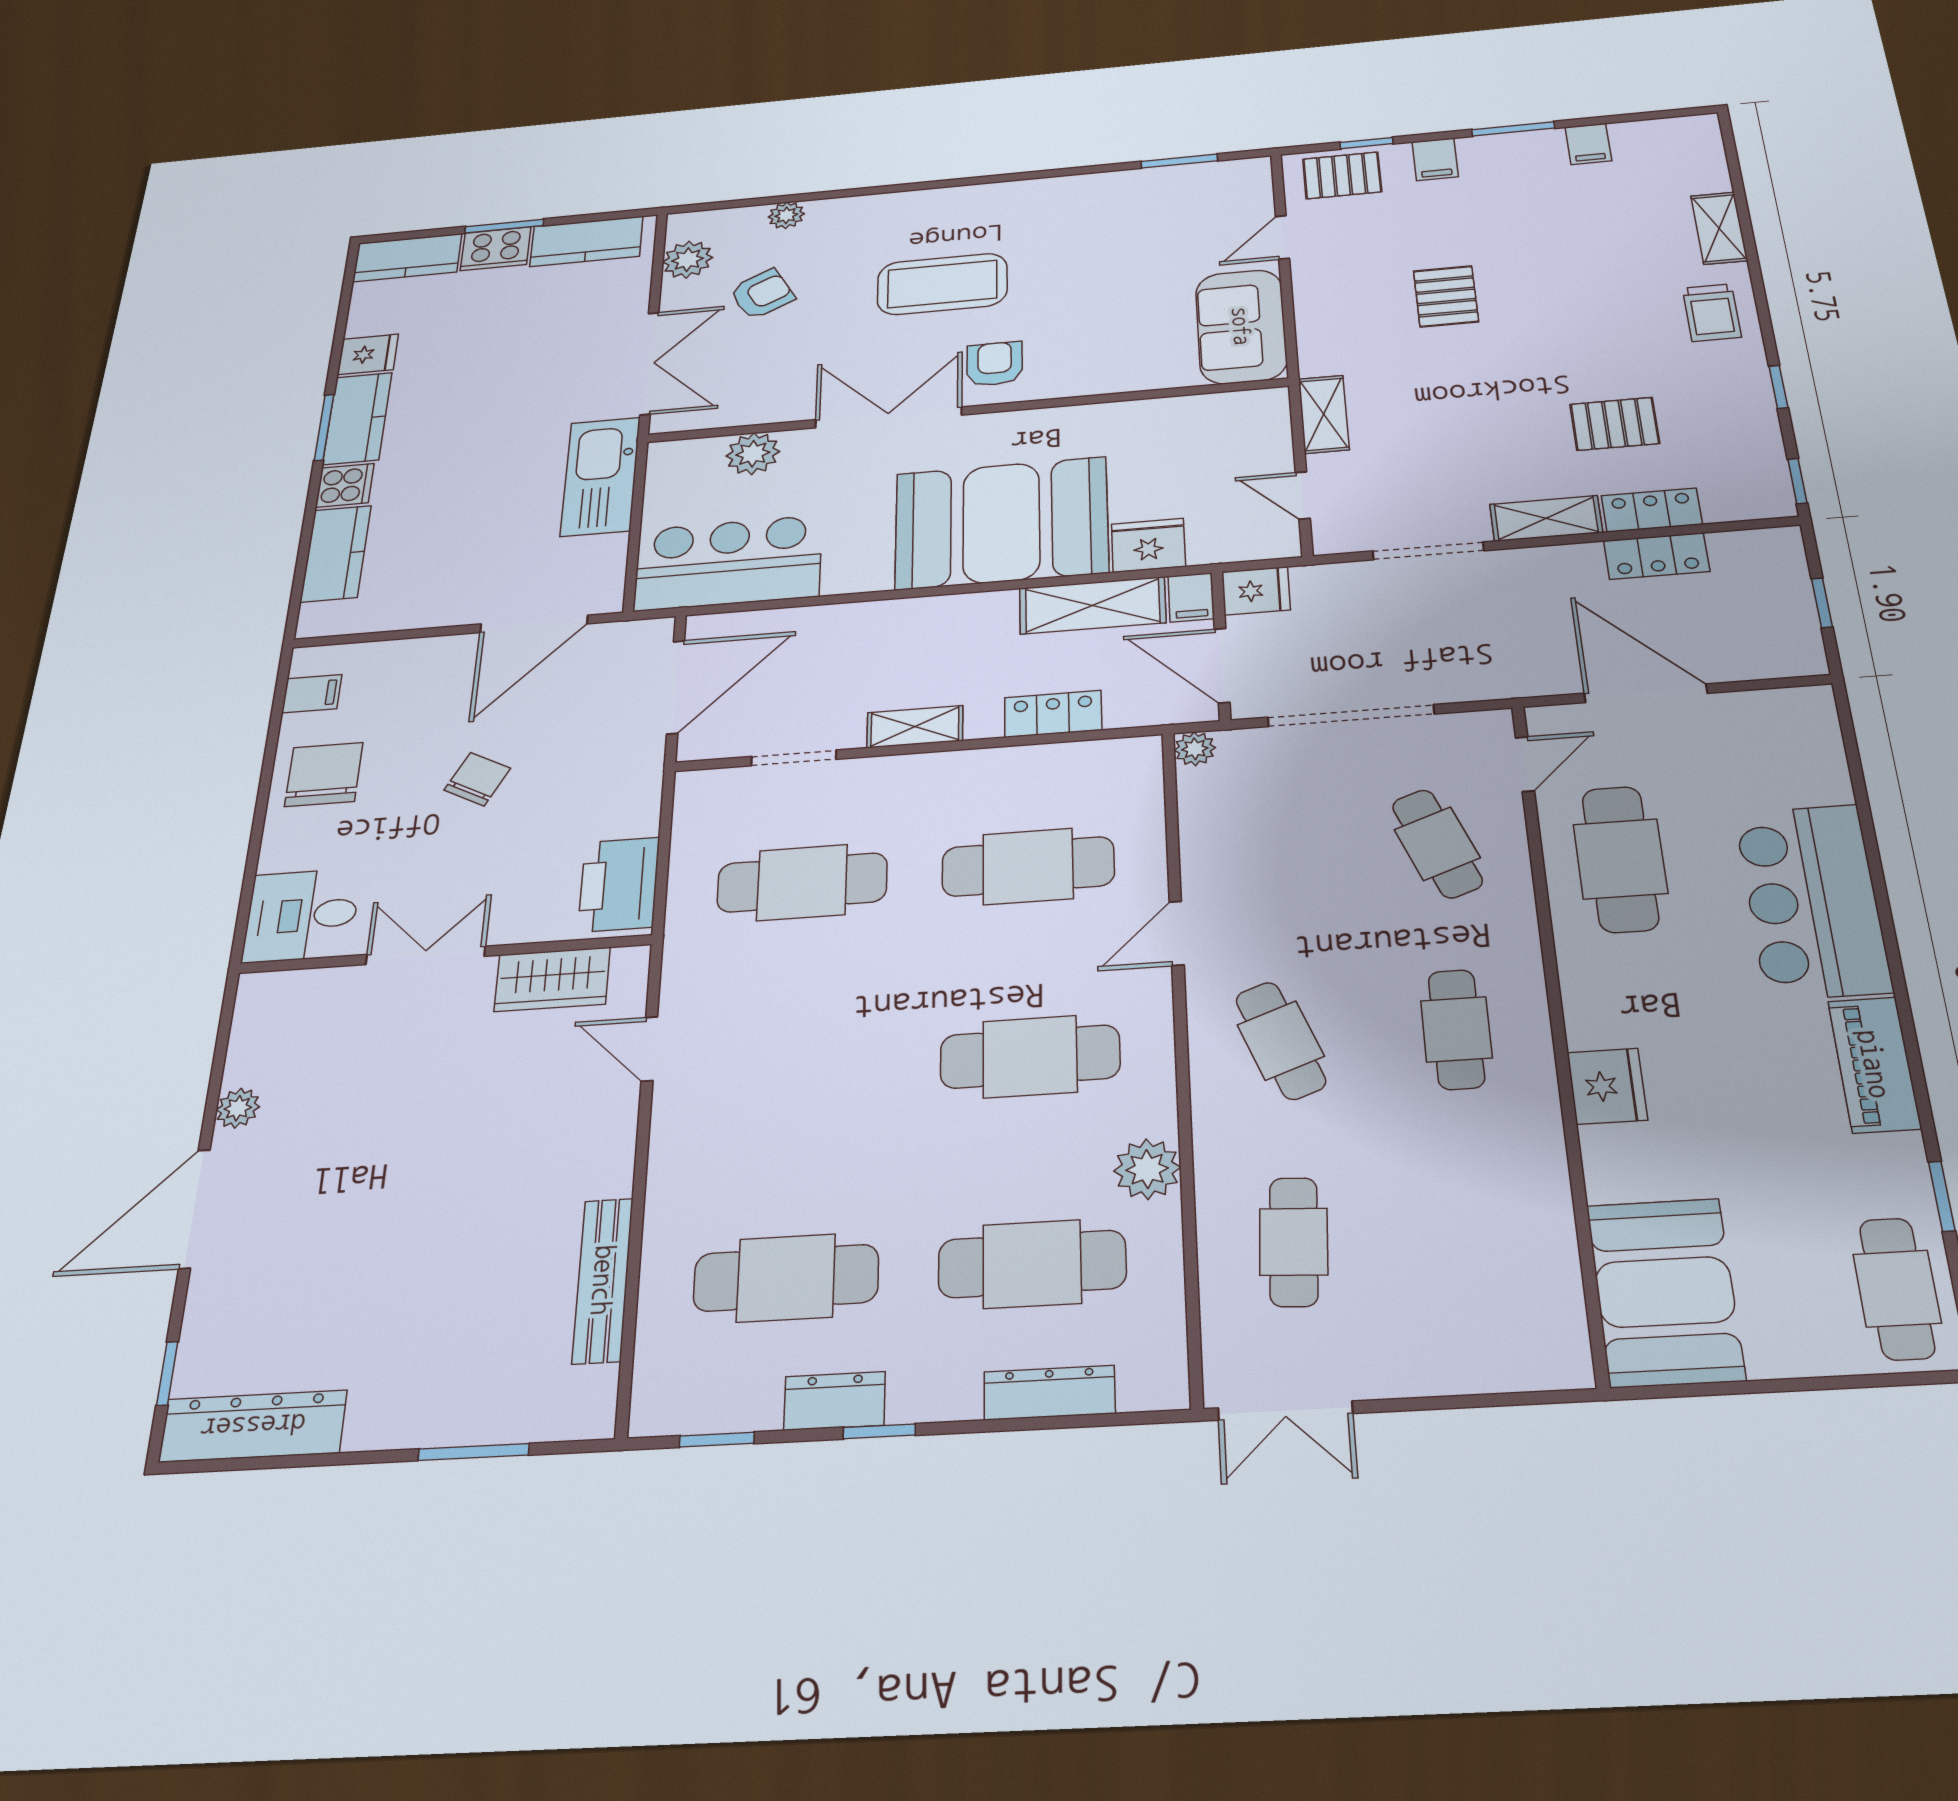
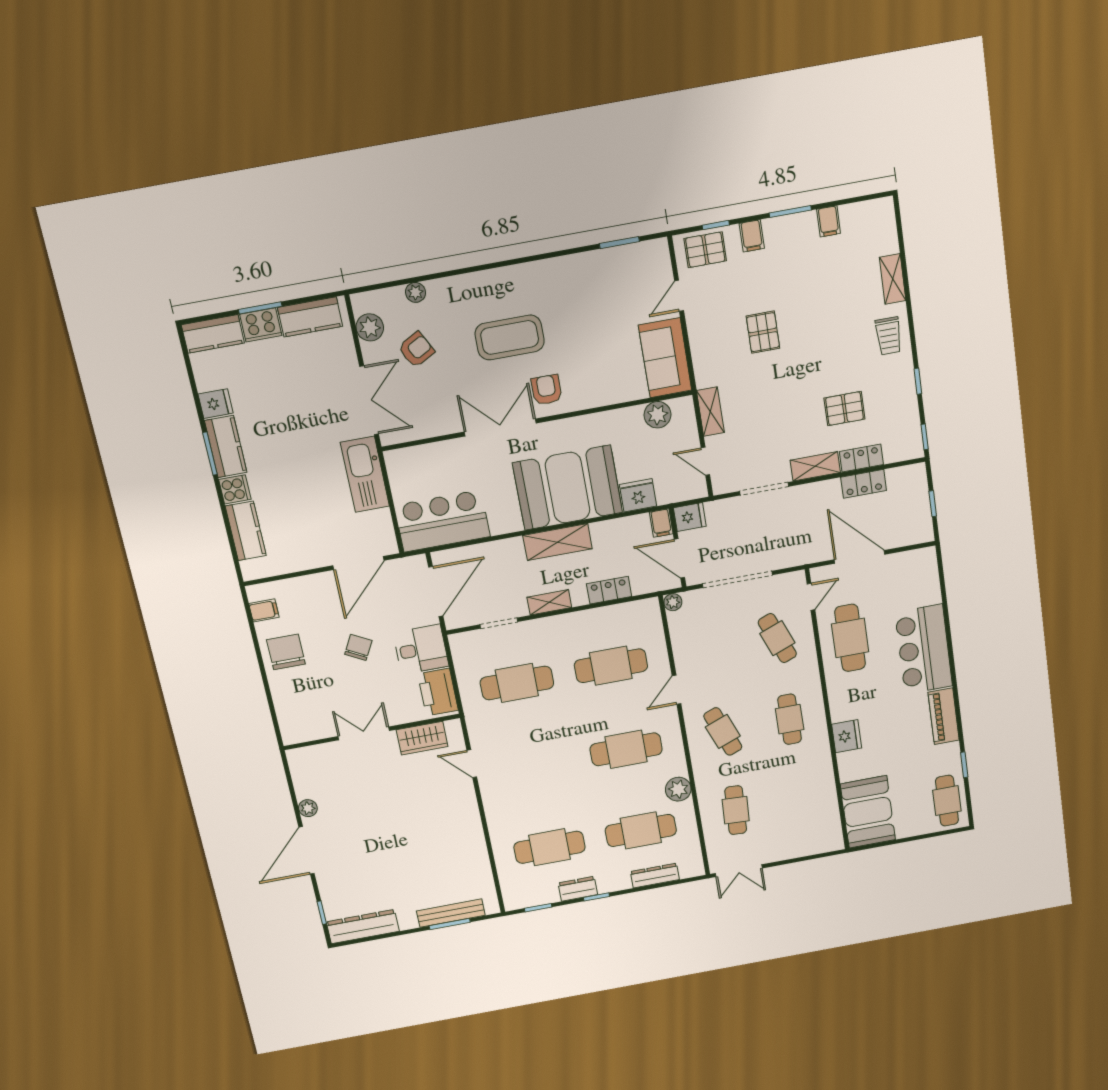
plant: (753, 454) -> (657, 415), moved
shelving: (1092, 605) -> (558, 542), moved
desk: (302, 915) -> (421, 649), moved, turned 180
bench: (603, 1280) -> (451, 913), moved, turned 90

